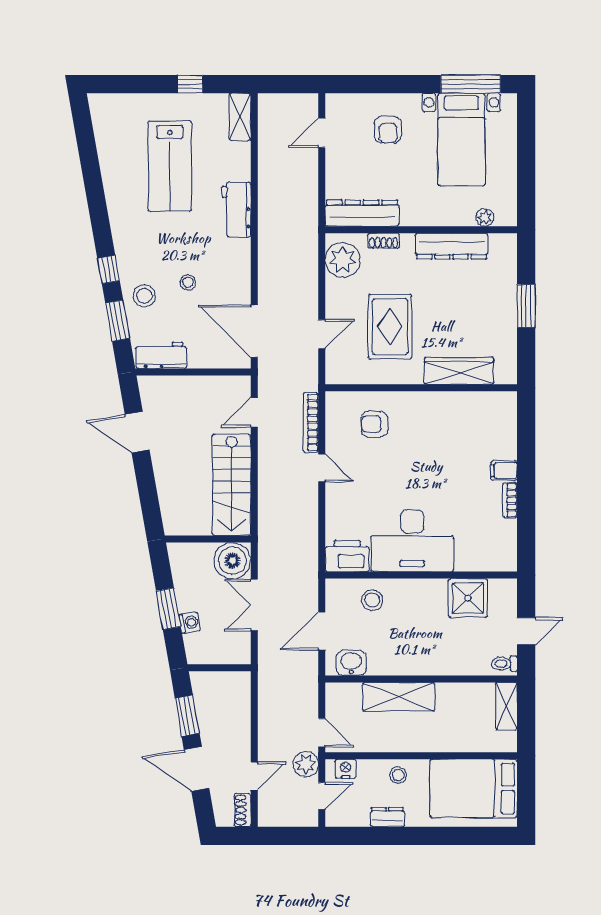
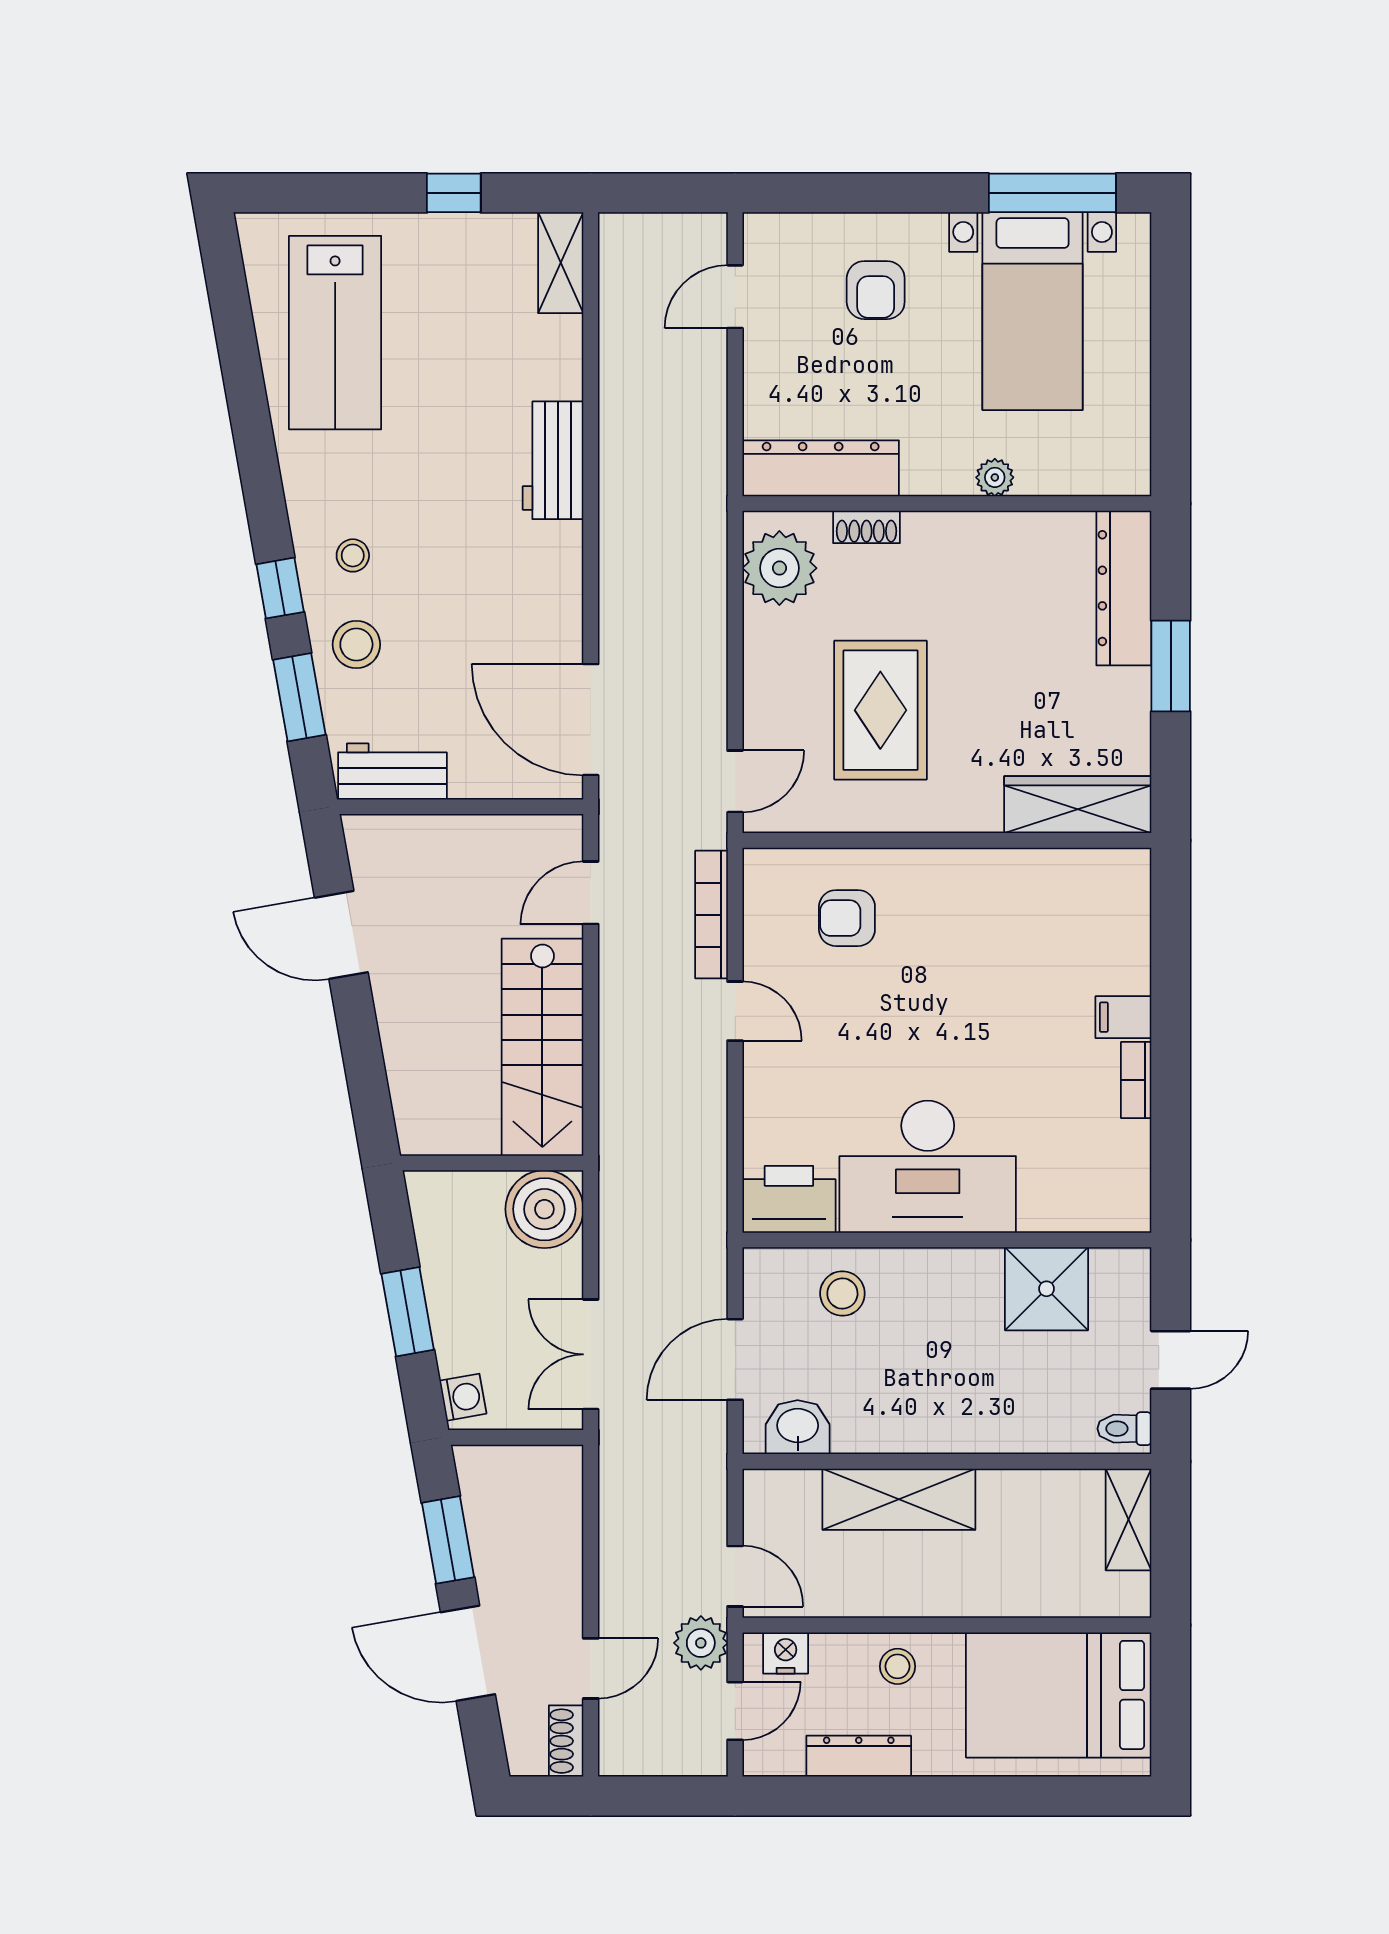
lab bench: (170, 166) -> (335, 333), moved
plant: (485, 218) -> (995, 477), moved
dresser: (452, 246) -> (1124, 588), moved, turned 90
stool: (188, 282) -> (353, 555), moved
door: (322, 334) -> (735, 781), moved
wardrobe: (459, 371) -> (1078, 805), moved
double door: (254, 605) -> (591, 1354), moved
washing machine: (190, 623) -> (463, 1397), moved
dresser: (387, 817) -> (859, 1756), width x1.44

